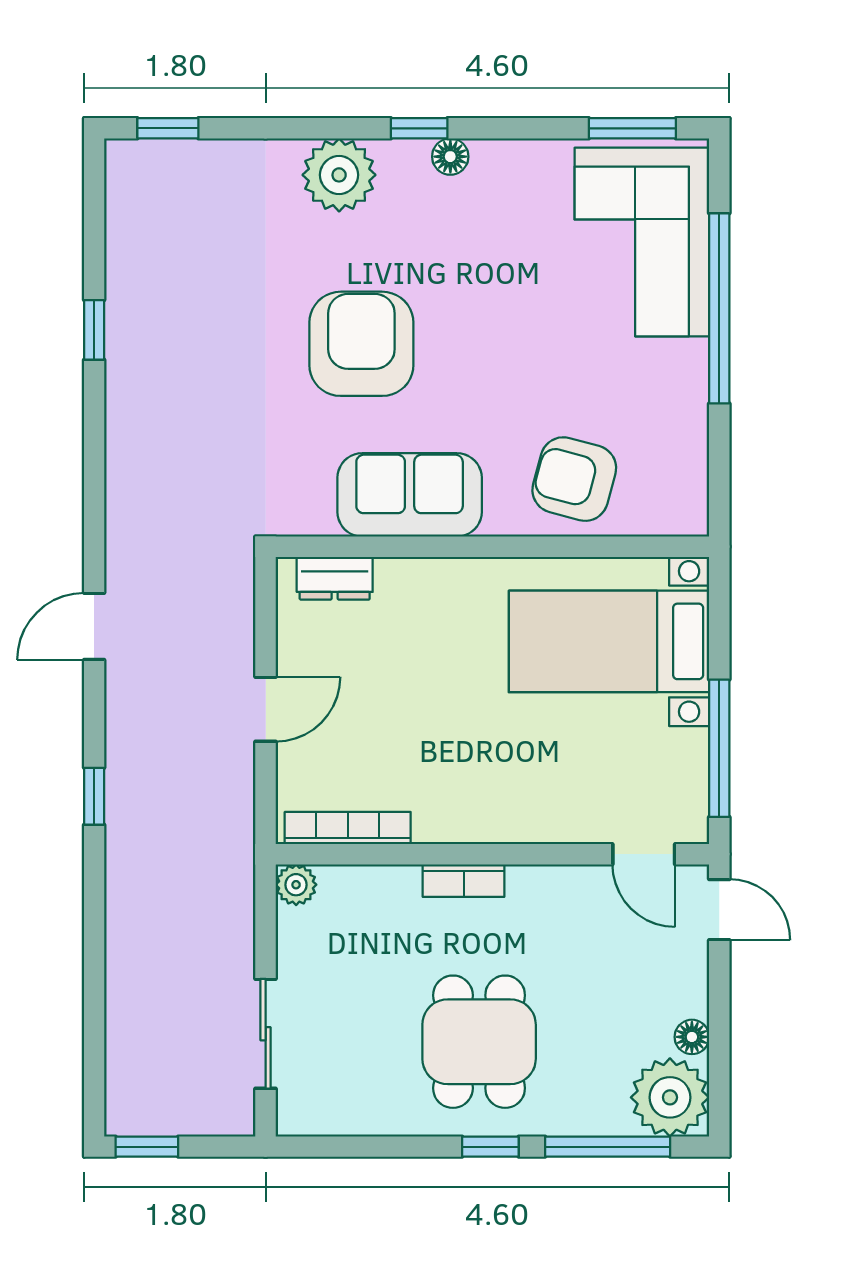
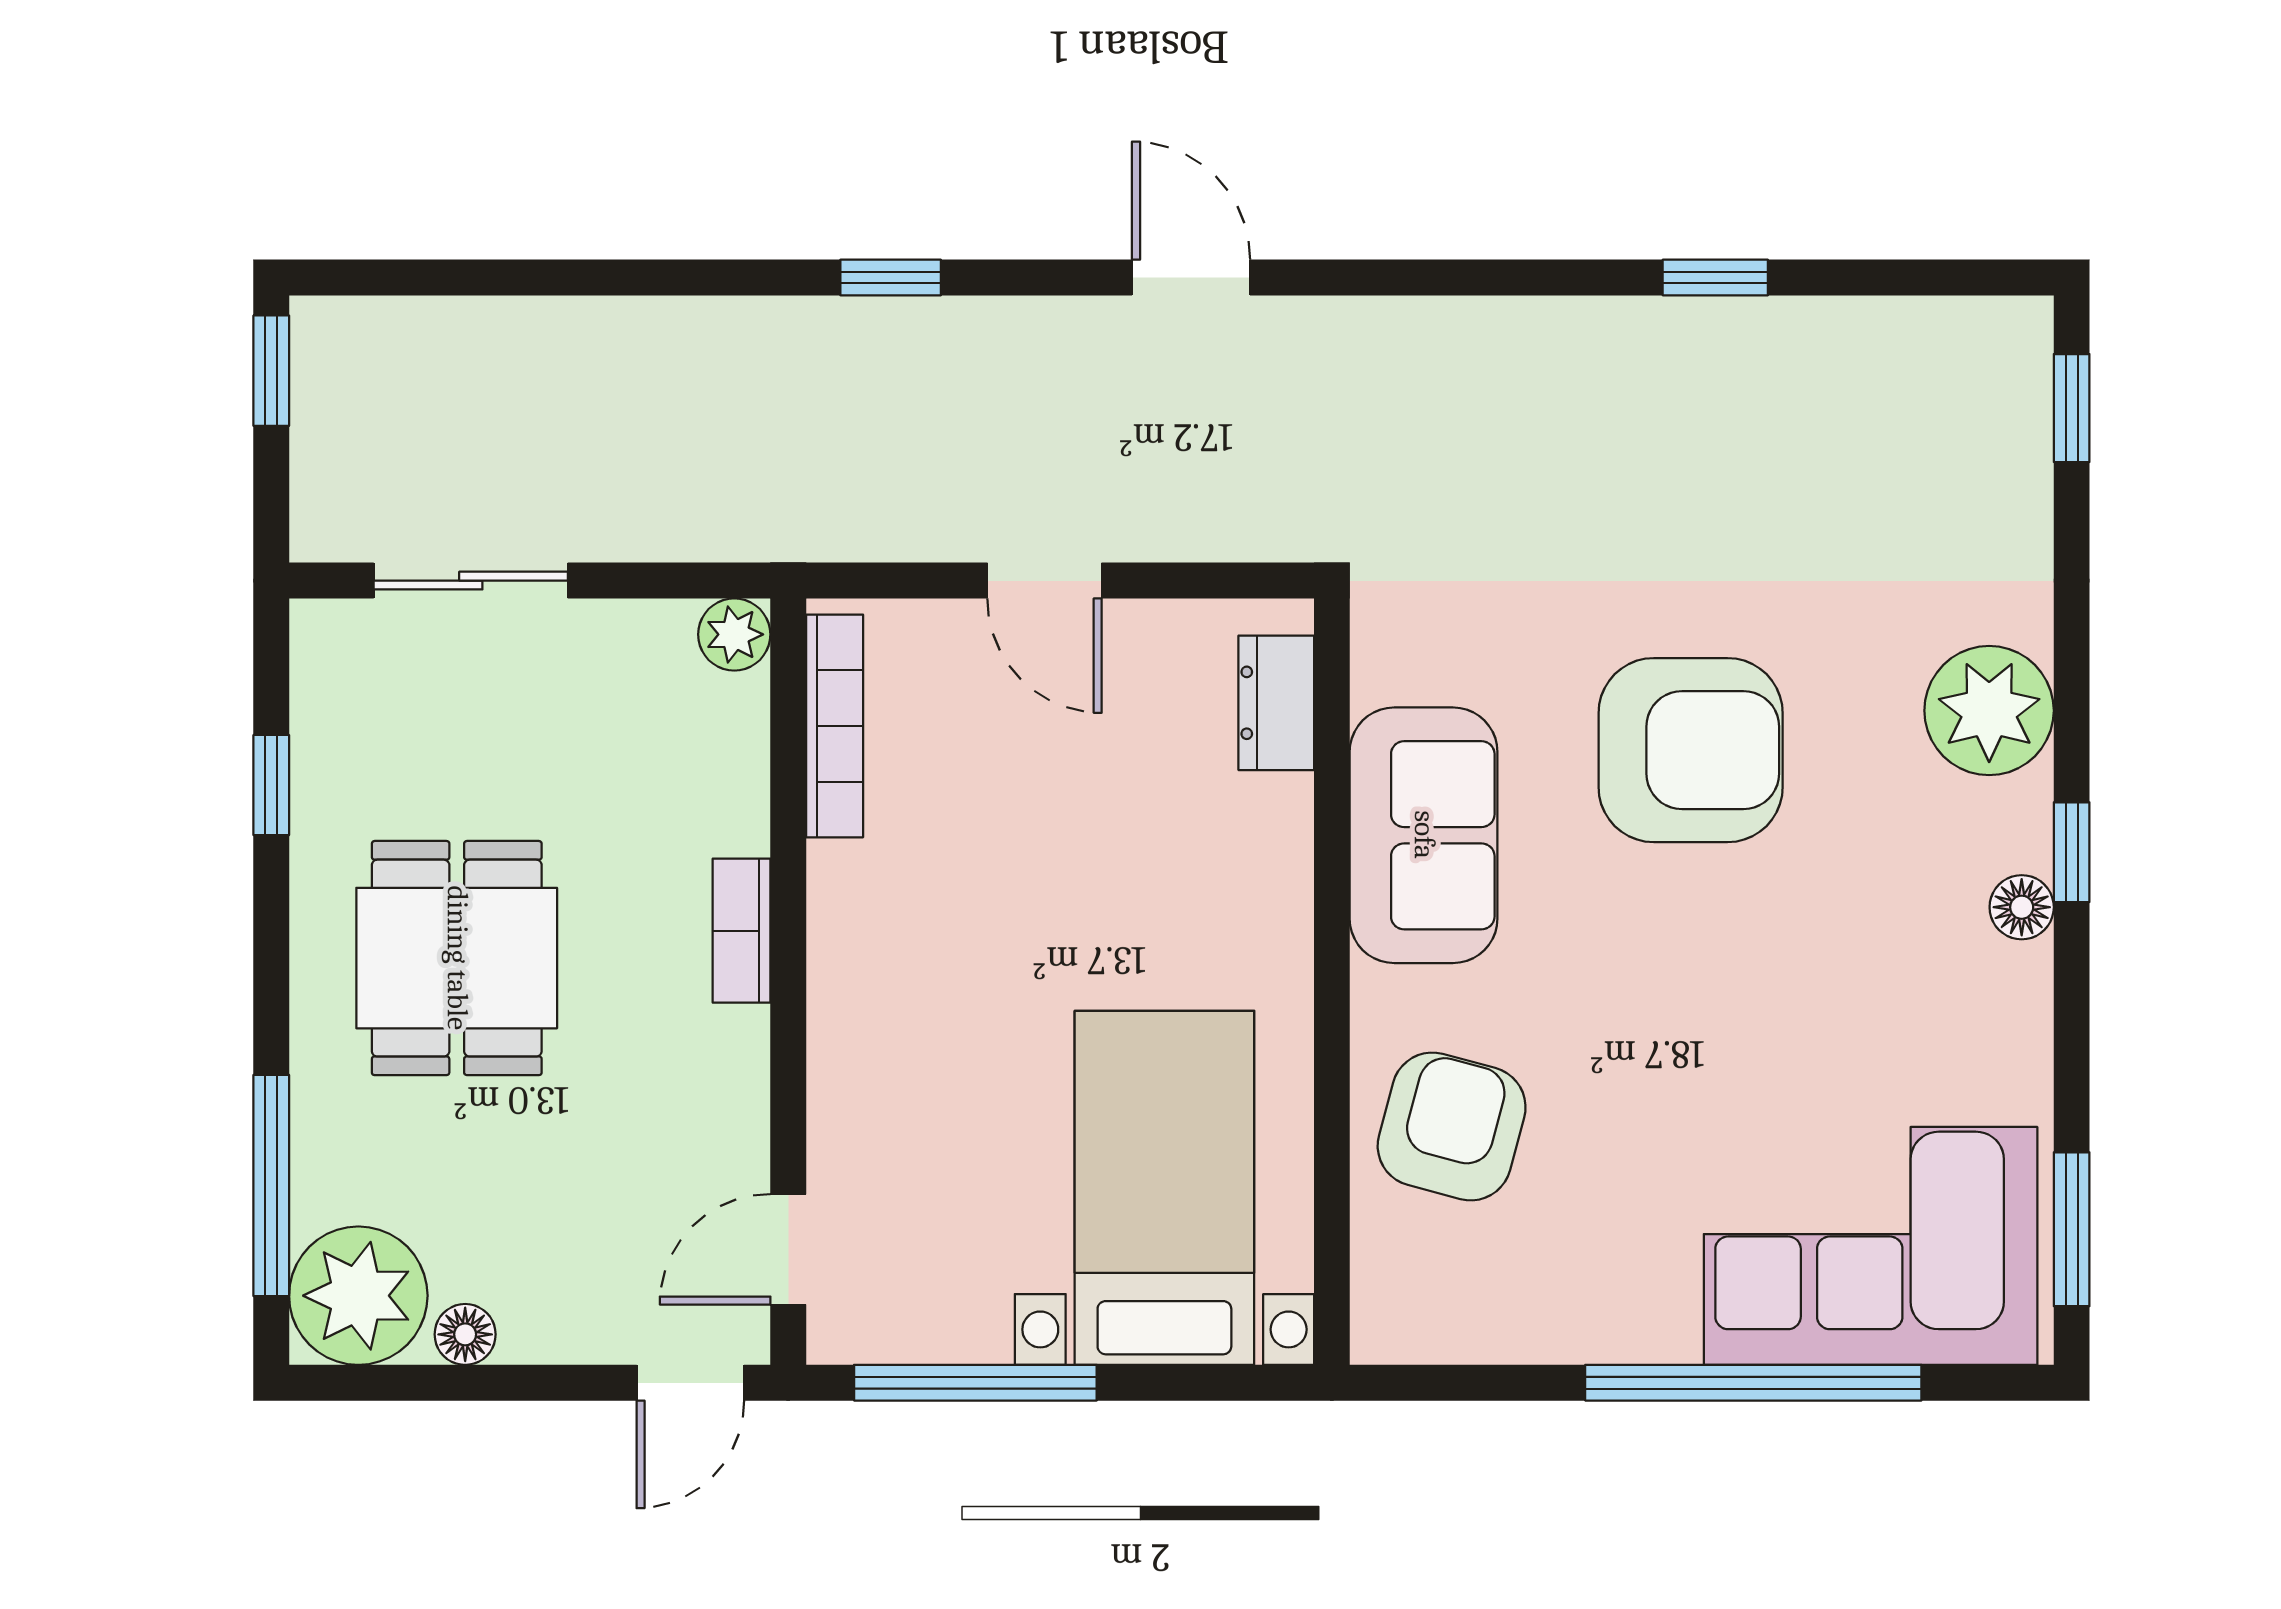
dining table: (479, 1042) -> (457, 958), turned 90
window: (490, 1147) -> (271, 785), moved

